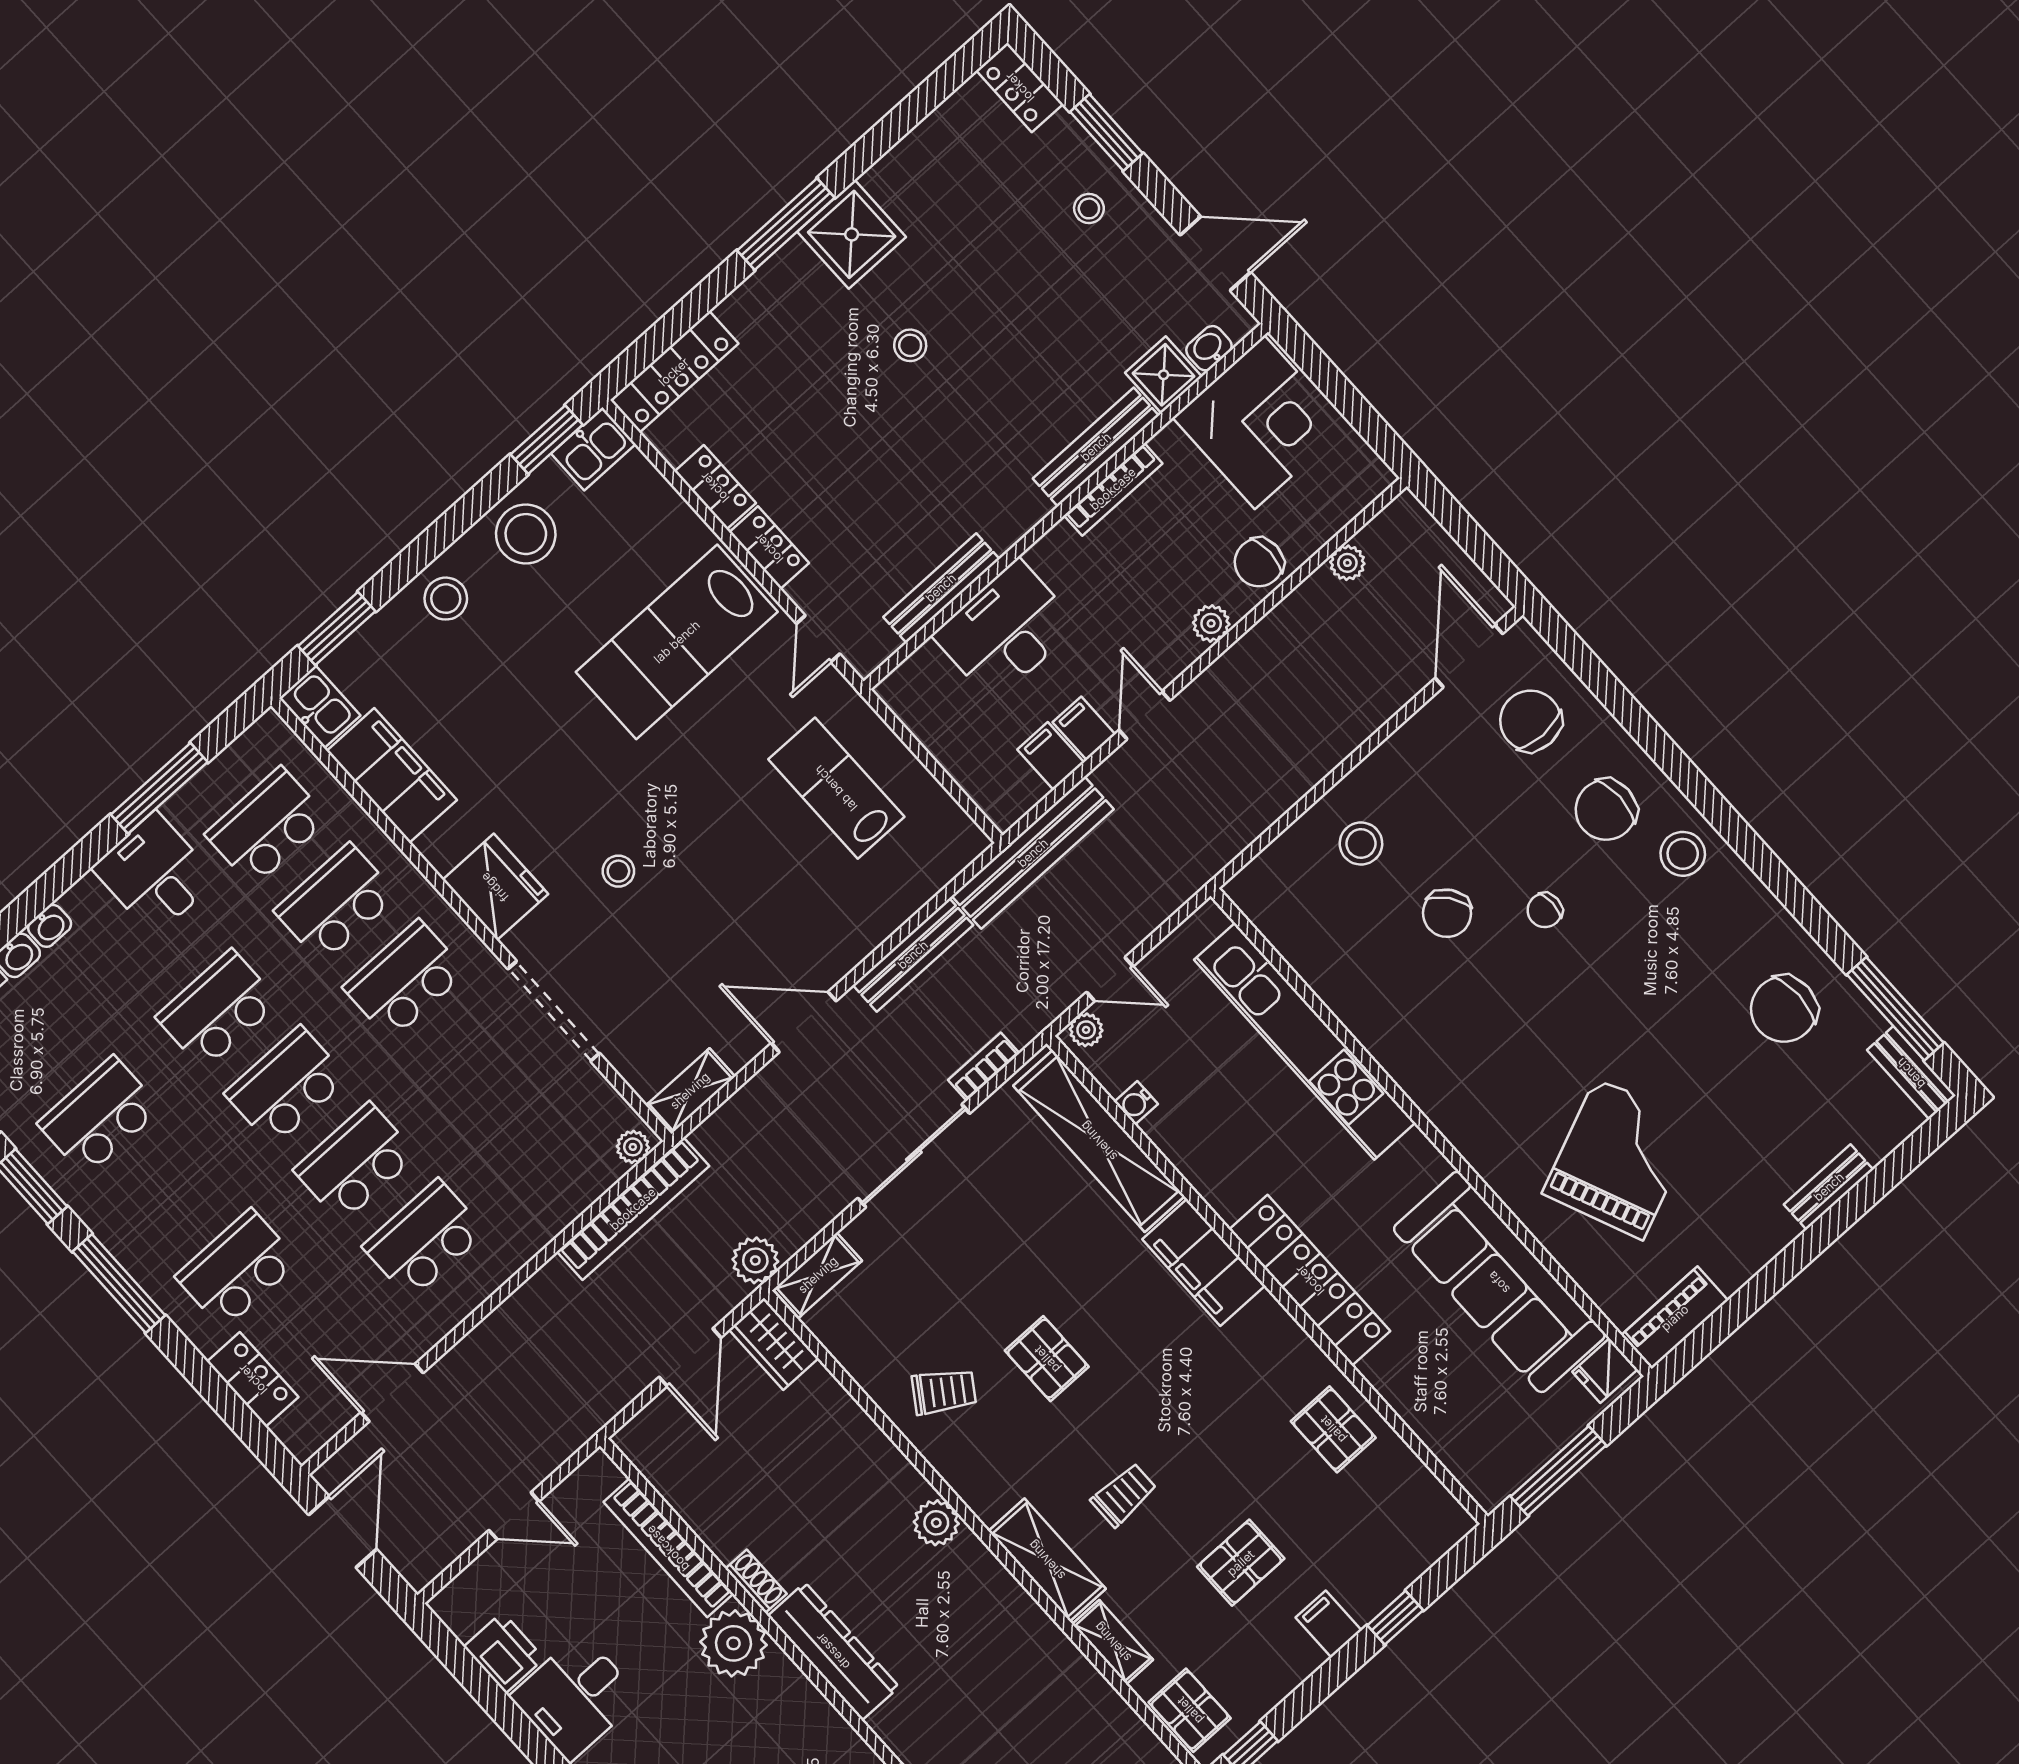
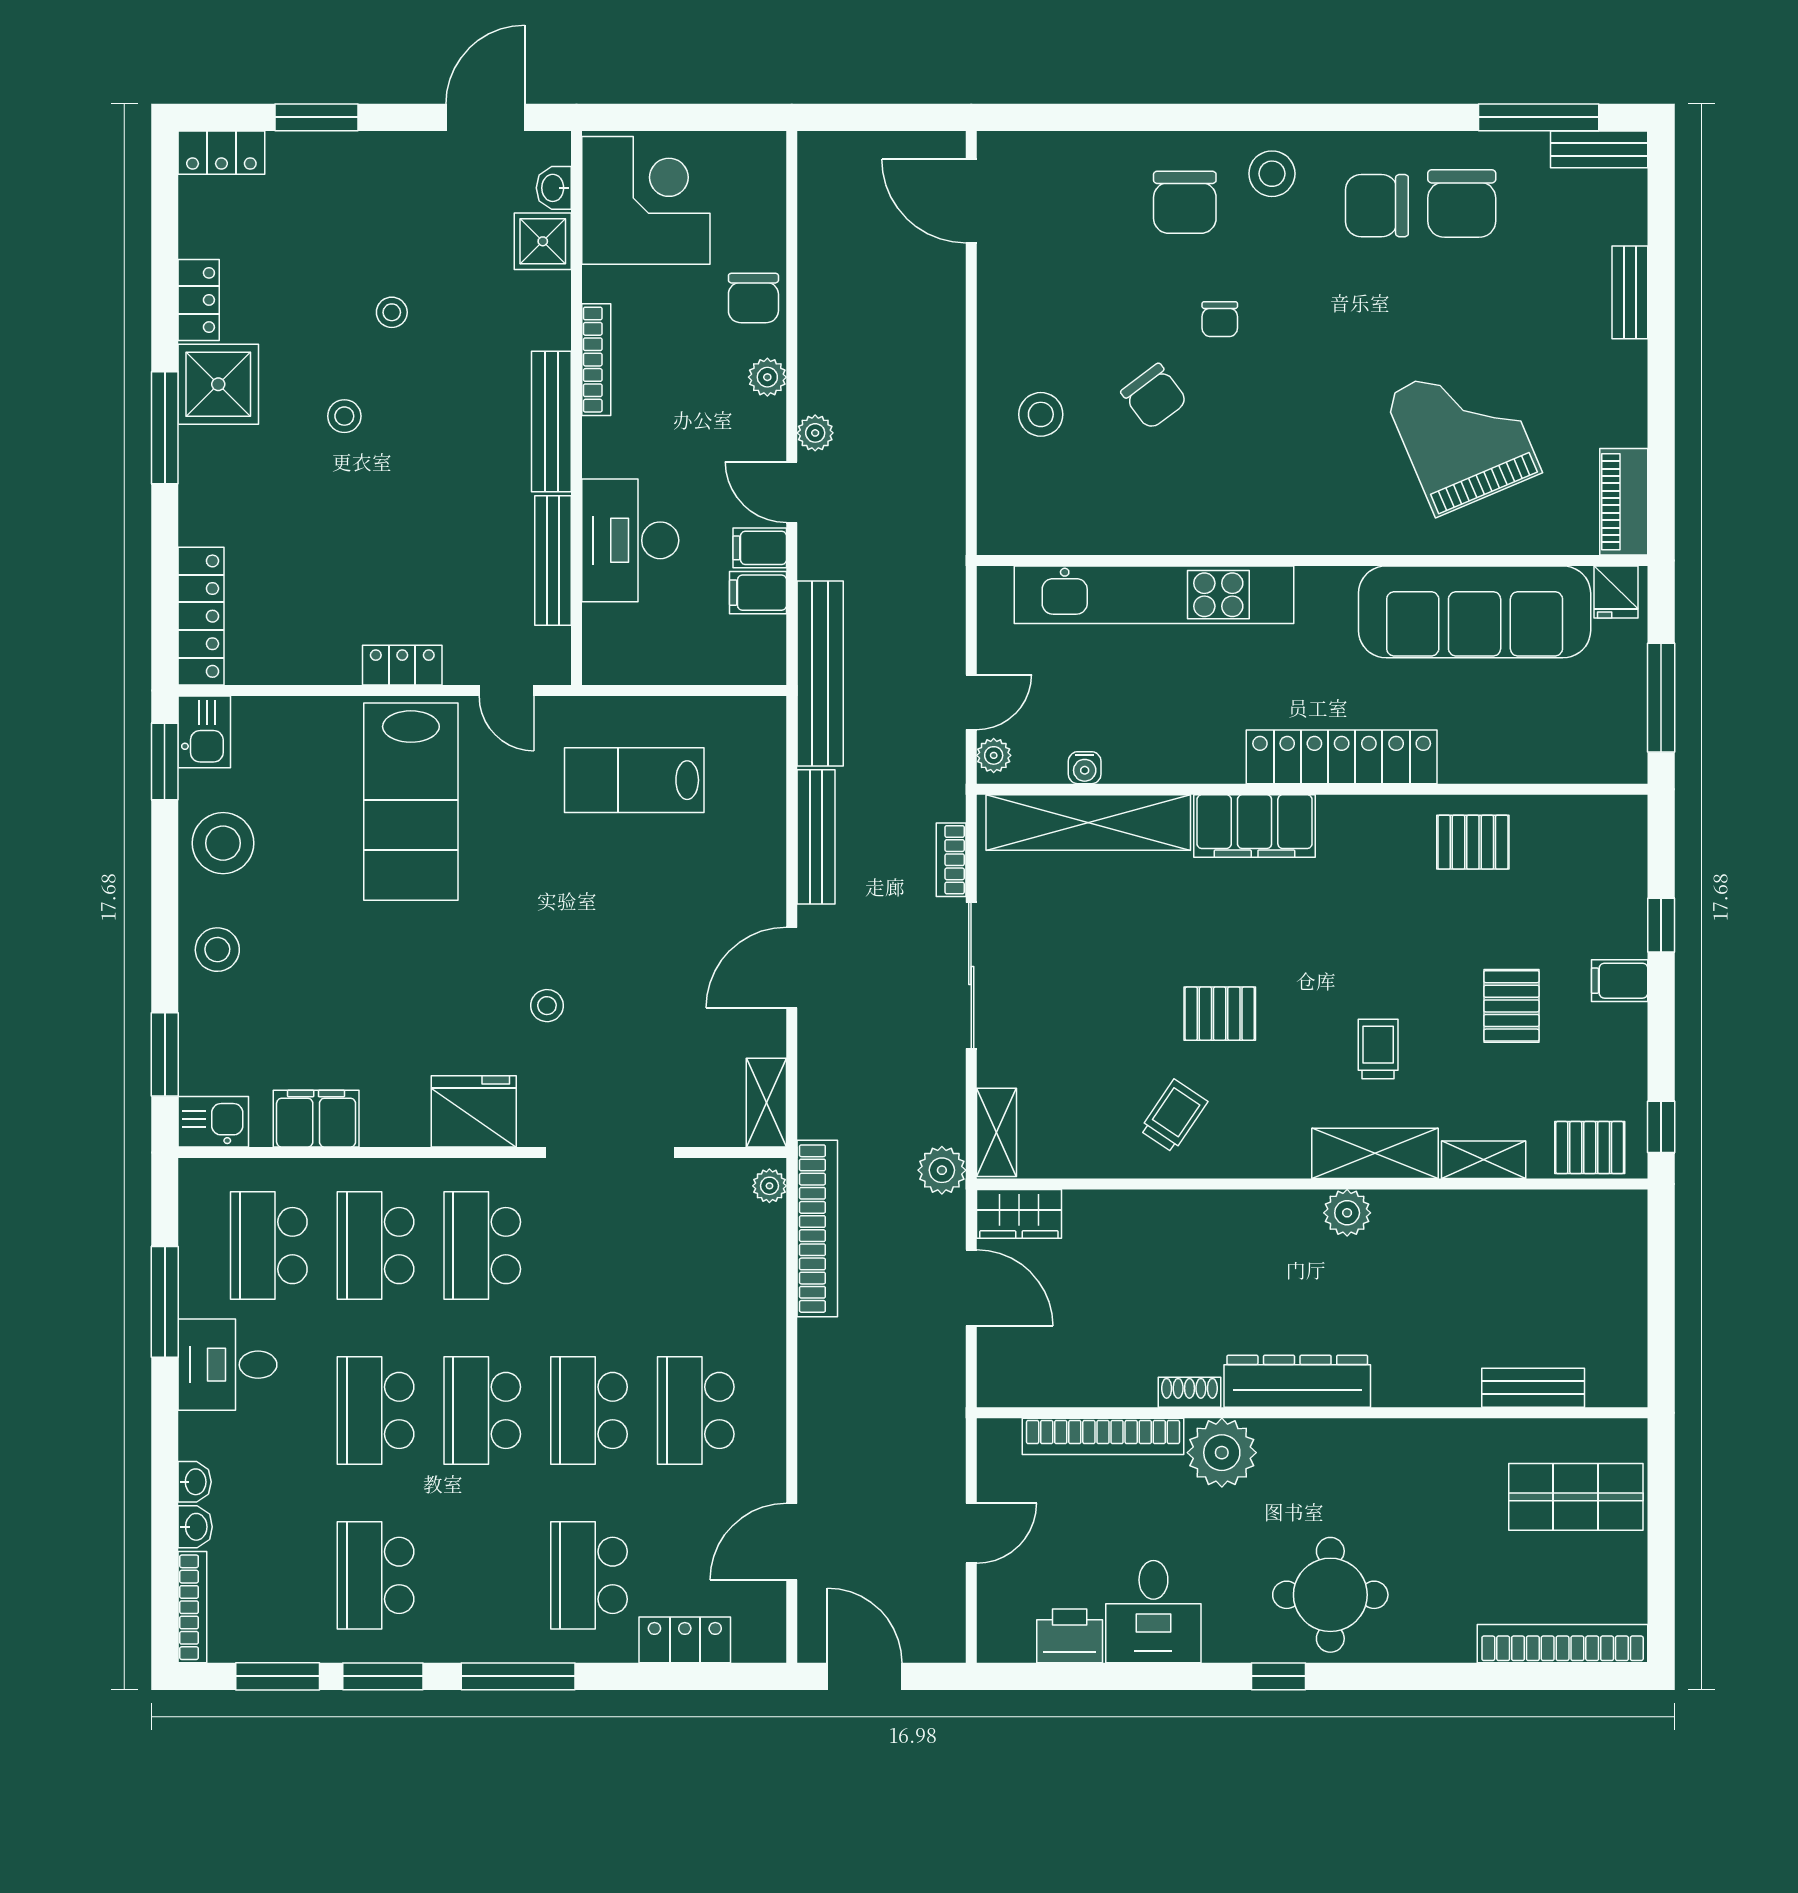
stool: (1089, 208) -> (392, 312), moved
bench: (1096, 447) -> (551, 422), moved
locker: (715, 487) -> (199, 300), moved, turned 90
plant: (1347, 563) -> (815, 433), moved
chair: (1531, 721) -> (1377, 206), moved
filing cabinet: (392, 775) -> (316, 1119), width x0.67, depth x0.86
plant: (936, 1523) -> (1347, 1213), moved

